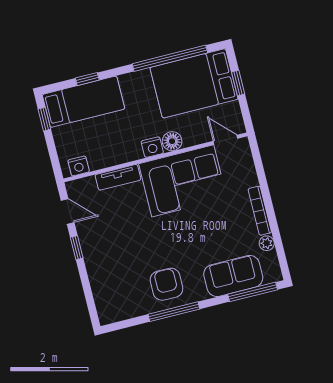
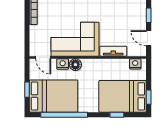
bed: (83, 102) -> (123, 96), width x1.50
nightstand: (152, 147) -> (63, 64), moved

